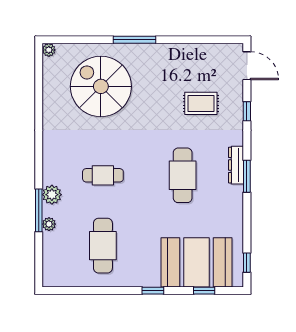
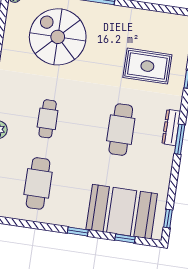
rug: (201, 103) -> (147, 66), width x1.36, depth x1.43
cafe table: (103, 175) -> (48, 119), turned 90

